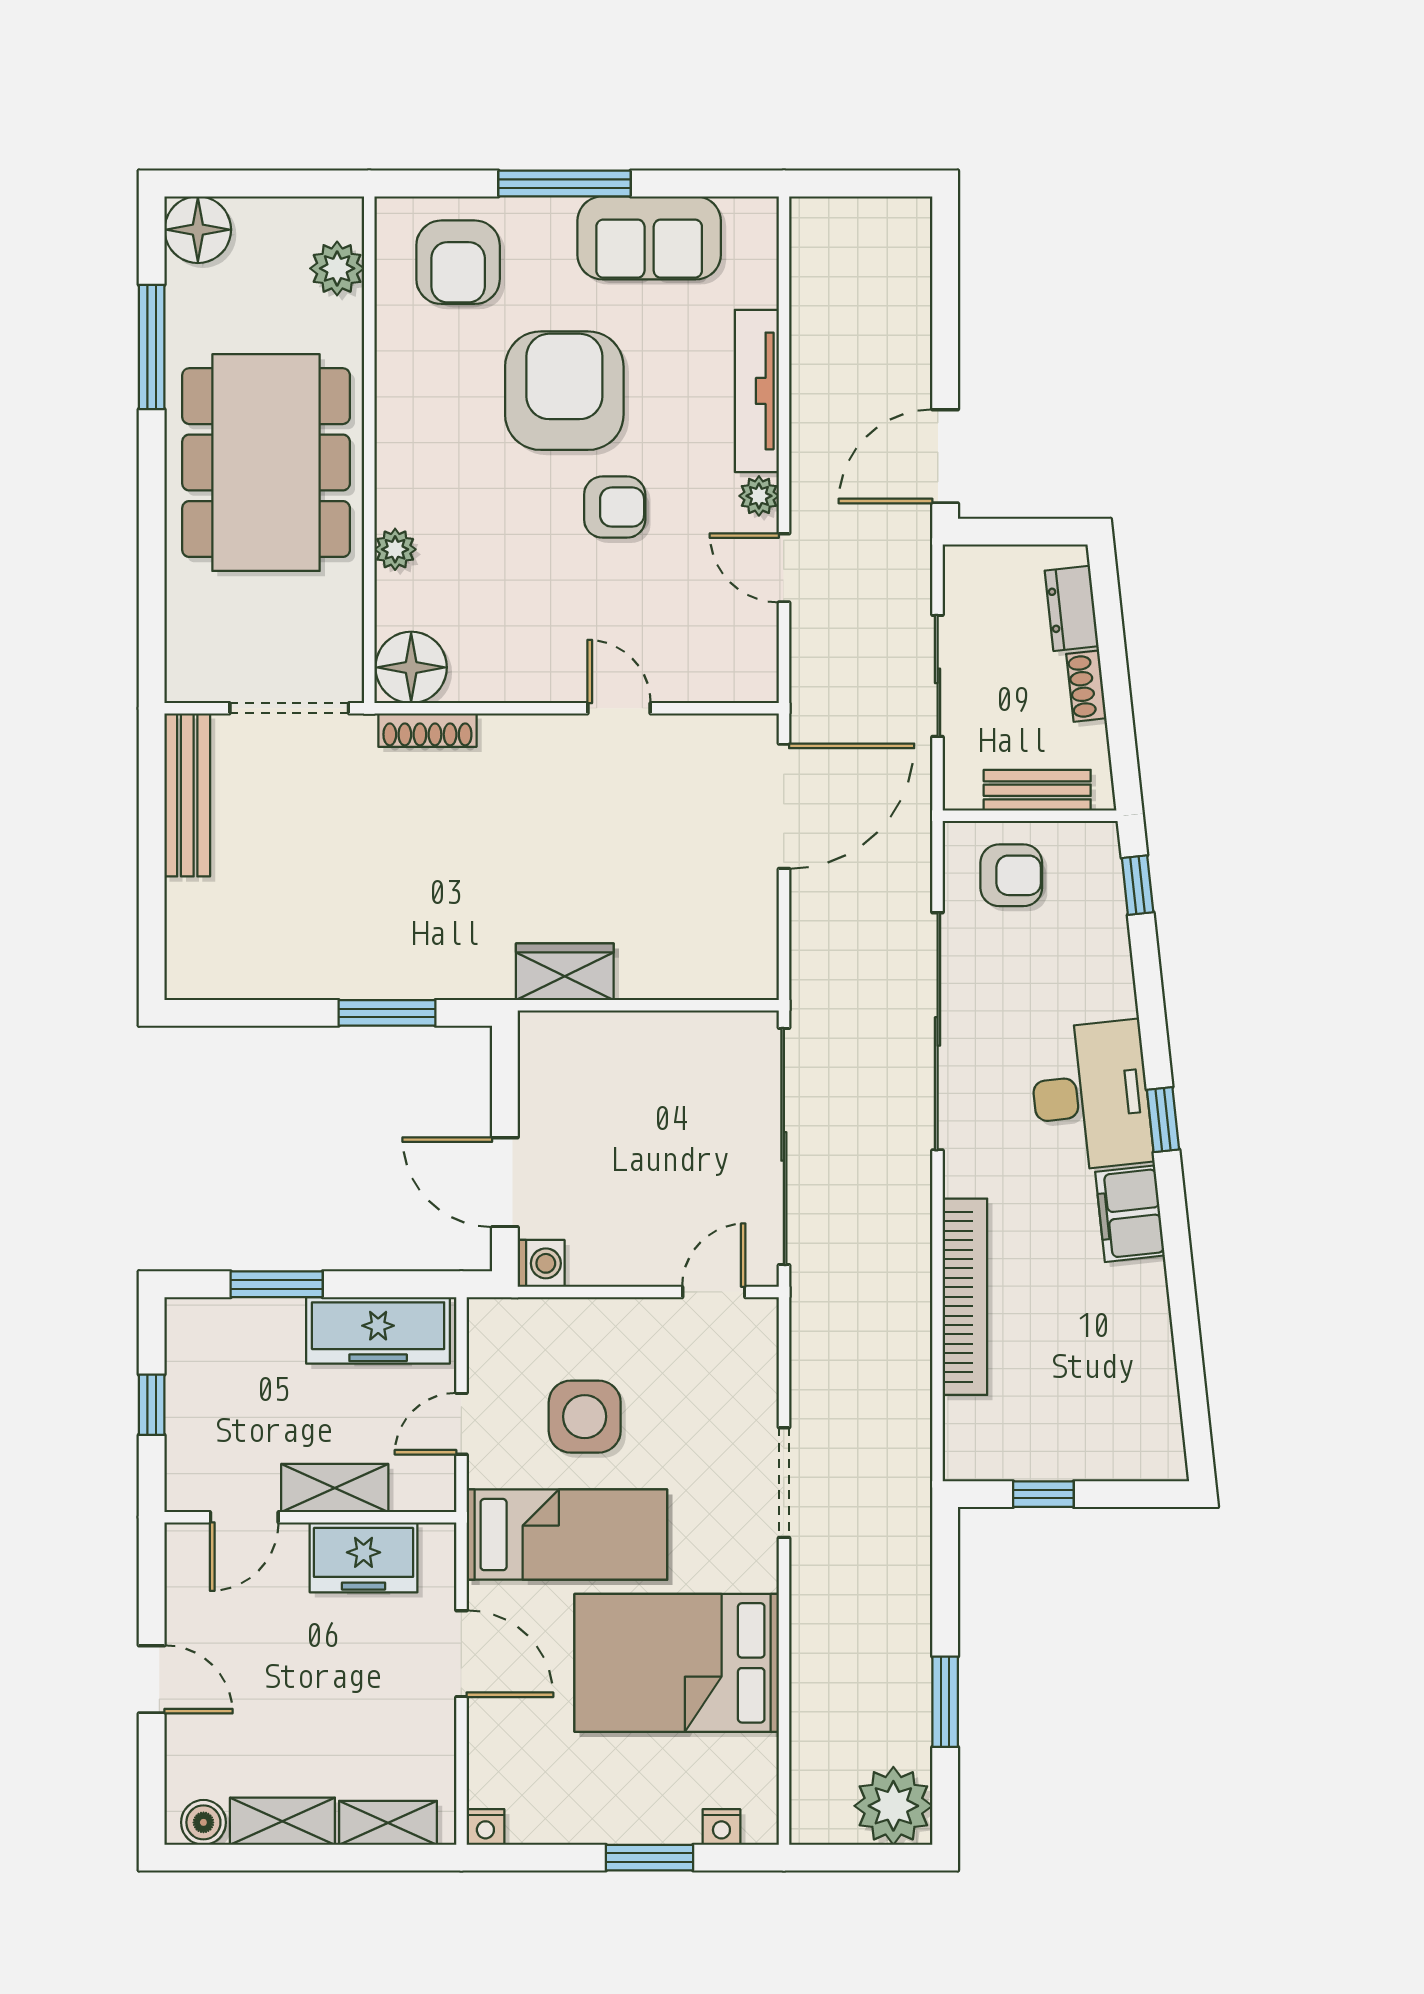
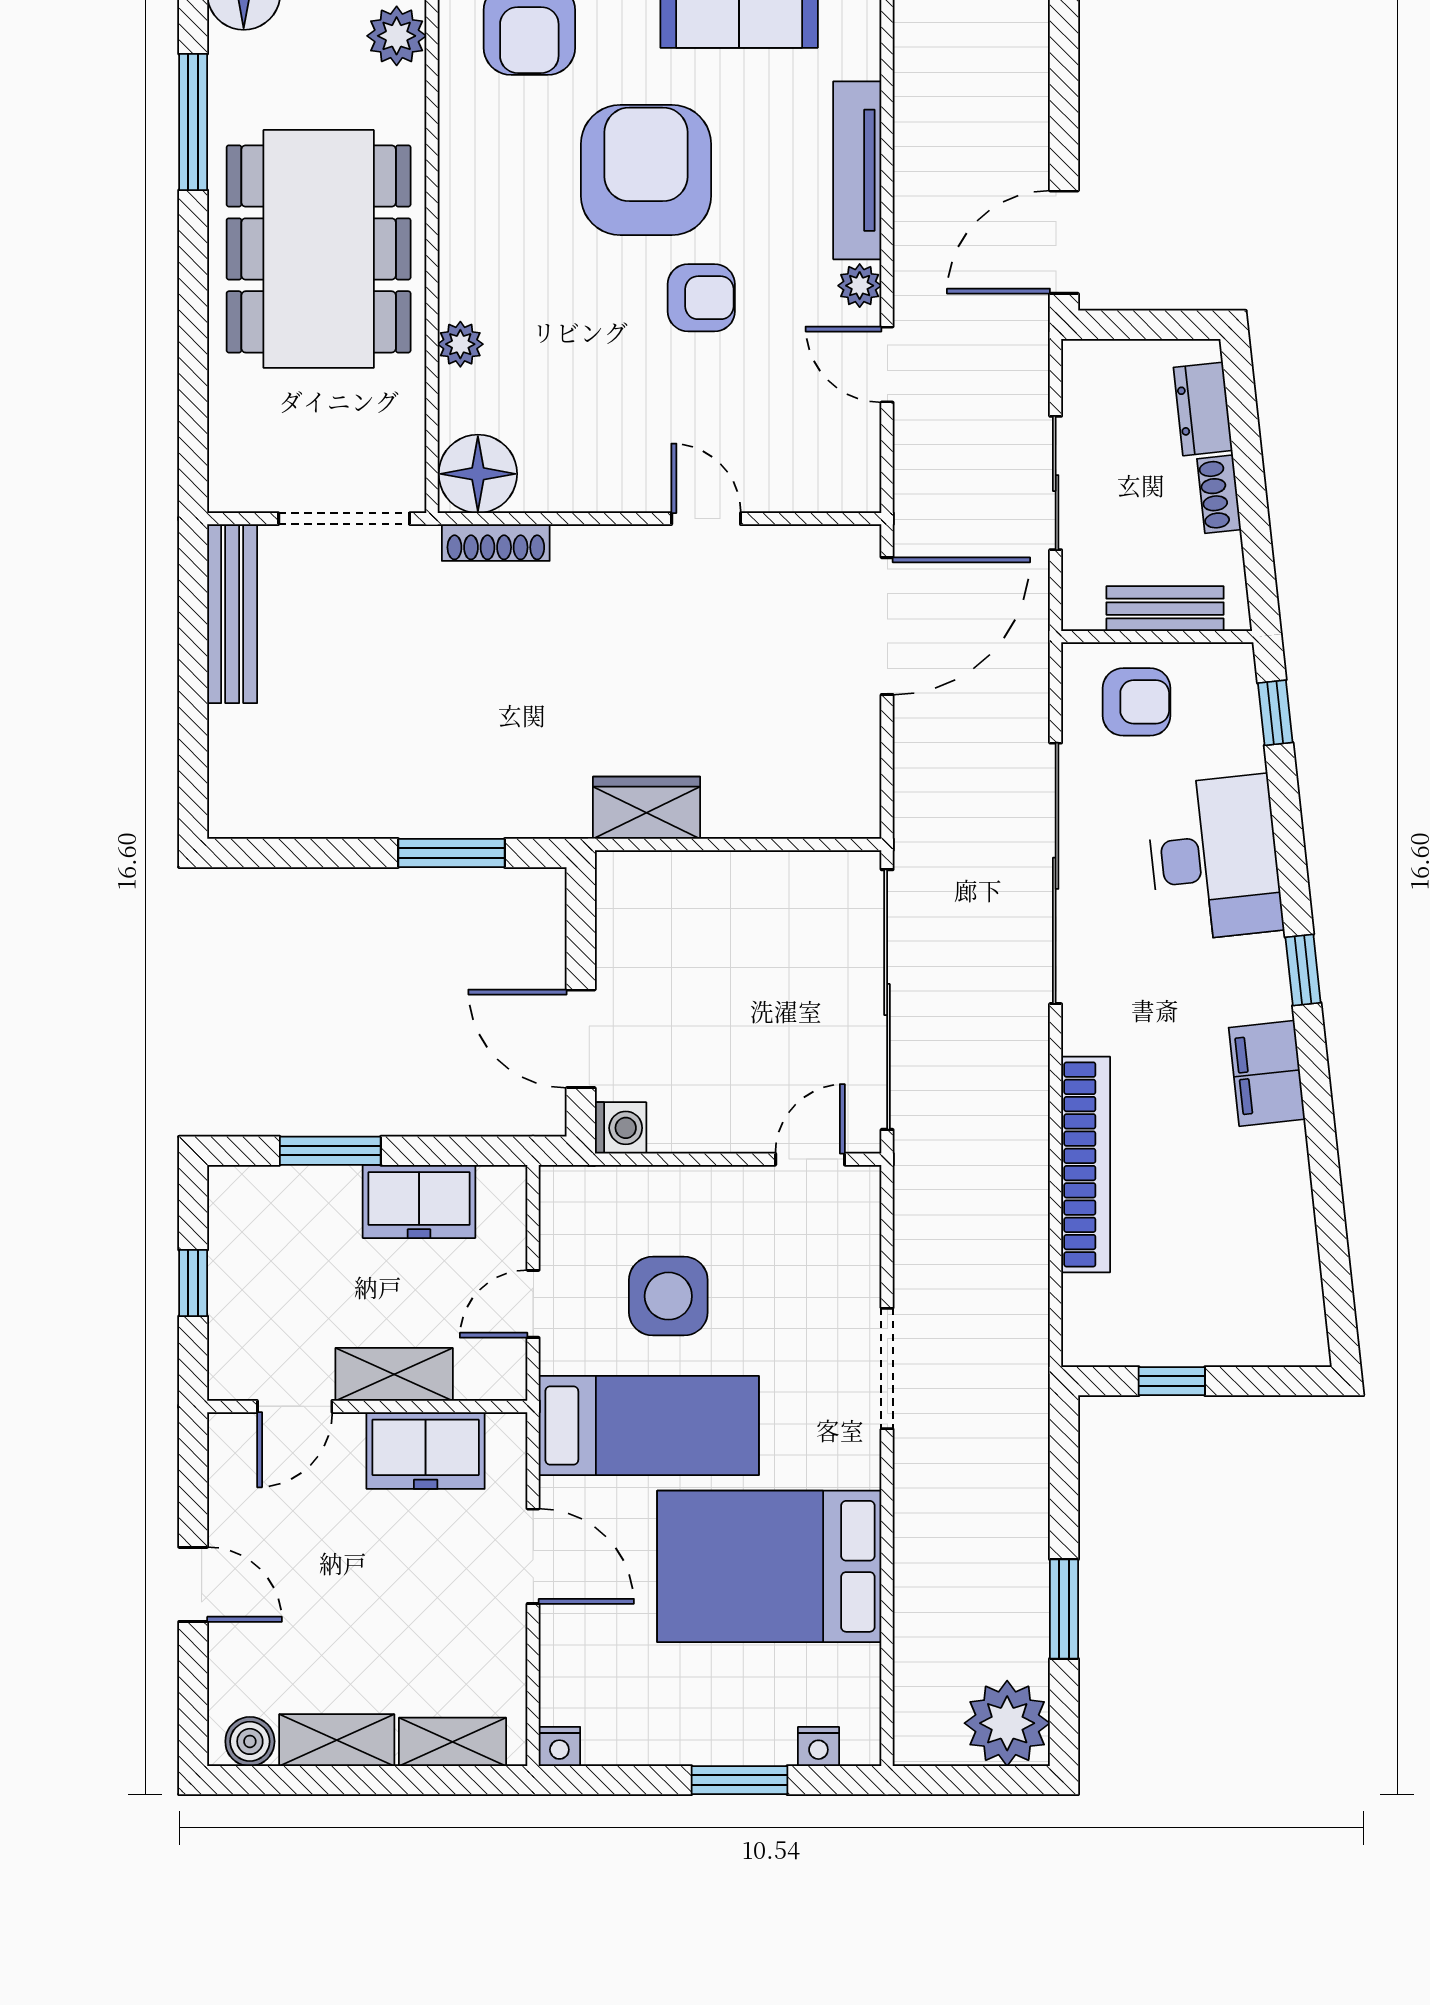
desk: (1091, 1096) -> (1214, 858), moved
freezer: (378, 1330) -> (419, 1201), width x0.71

